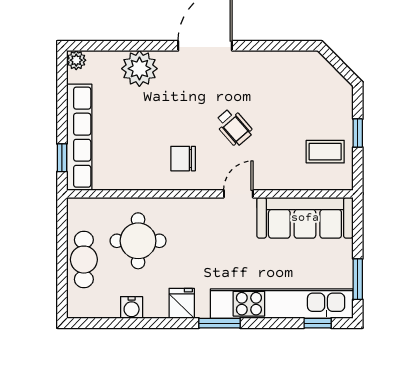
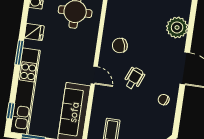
chair: (262, 73) -> (164, 100), added
wheelchair: (234, 127) -> (134, 78), turned 153
chair: (183, 159) -> (120, 45), turned -106

